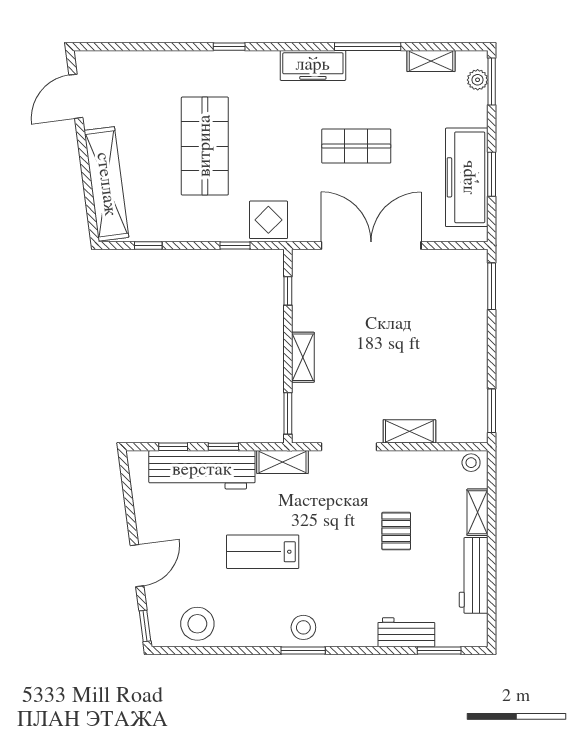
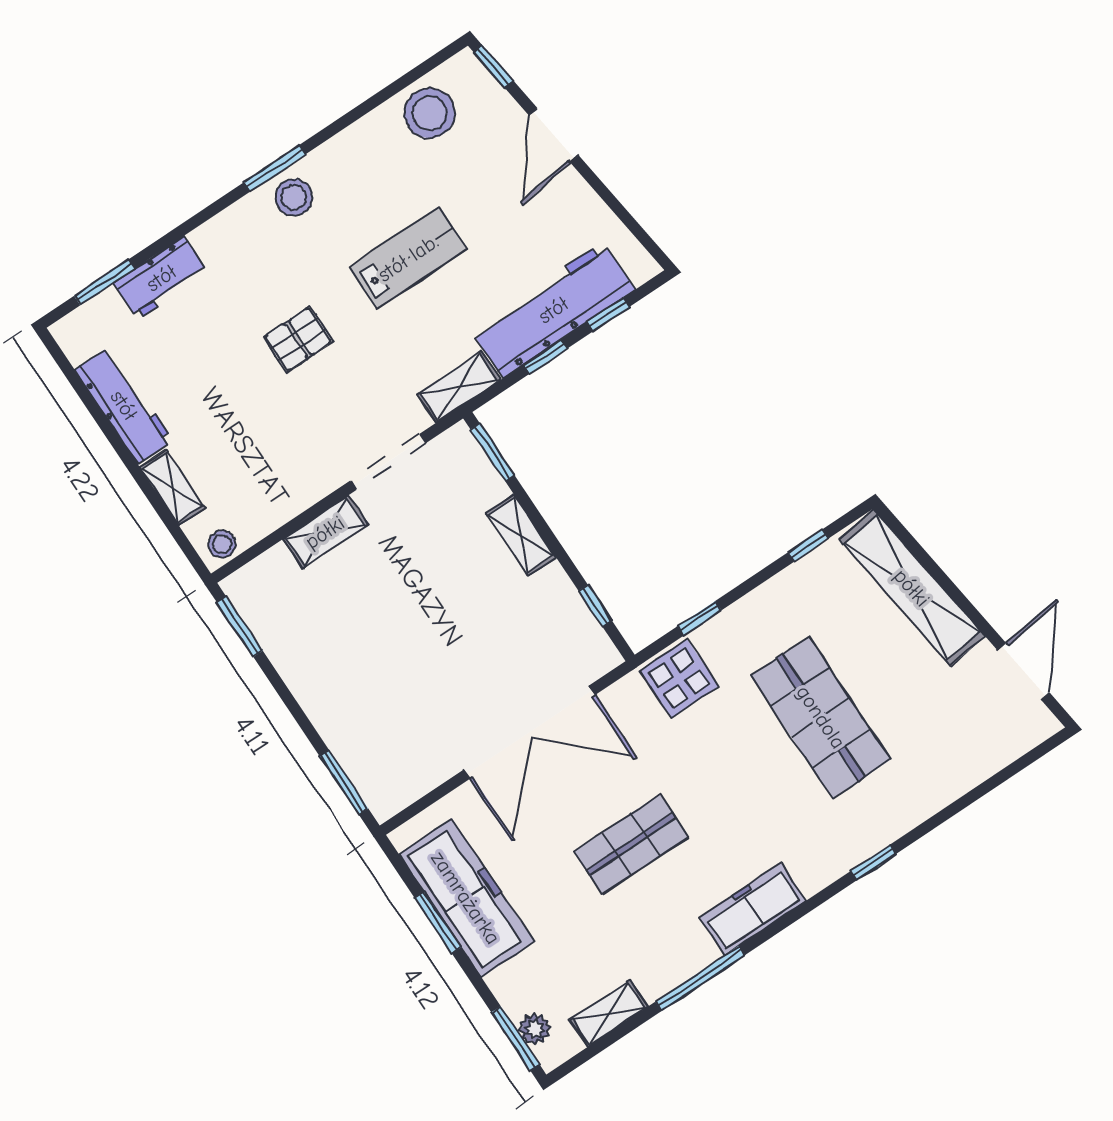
pallet: (396, 531) -> (298, 339), moved, turned 90

